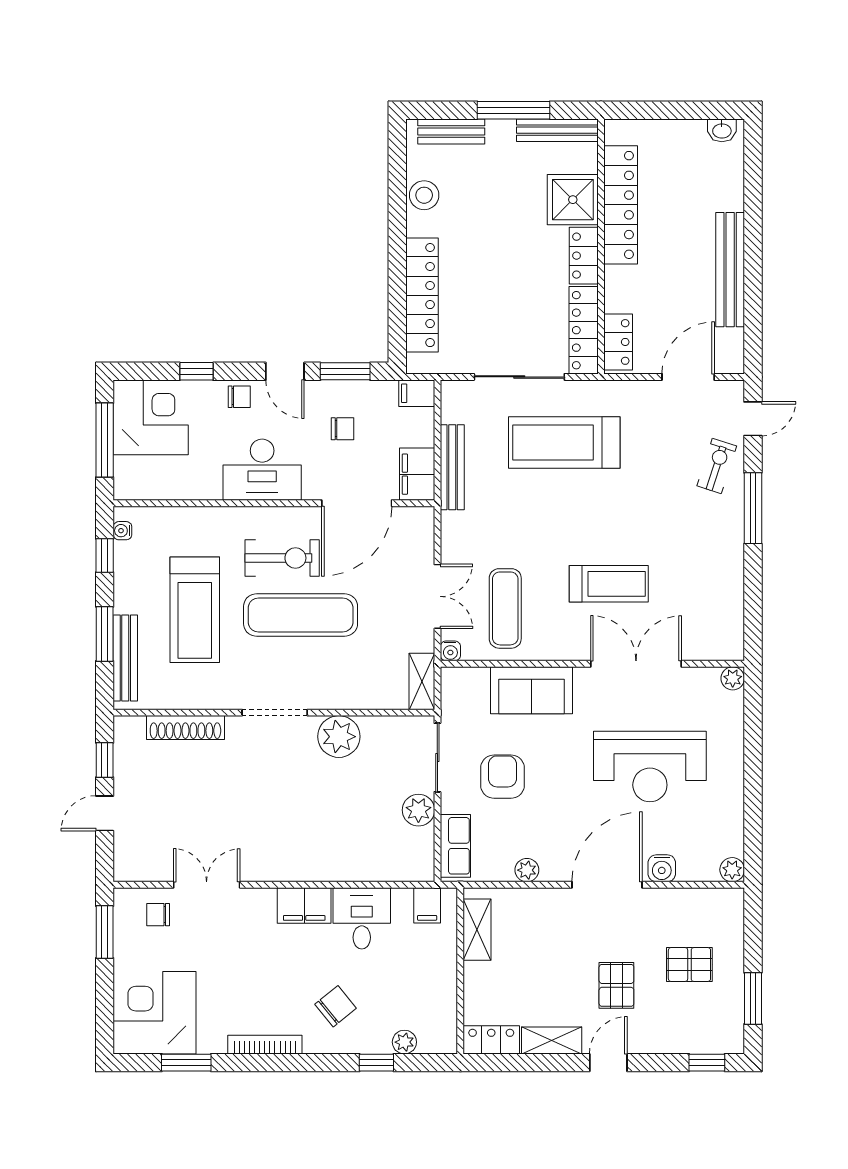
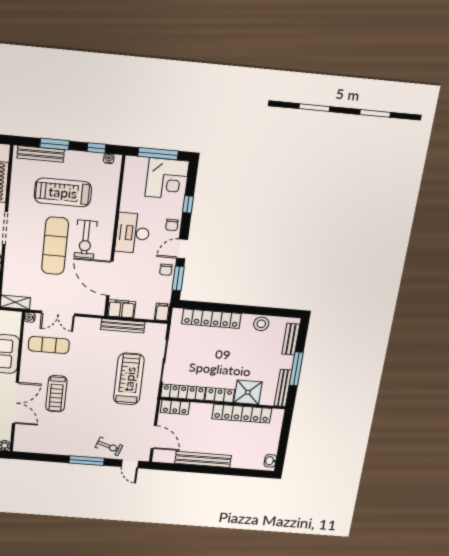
chair: (343, 429) -> (166, 270), moved

